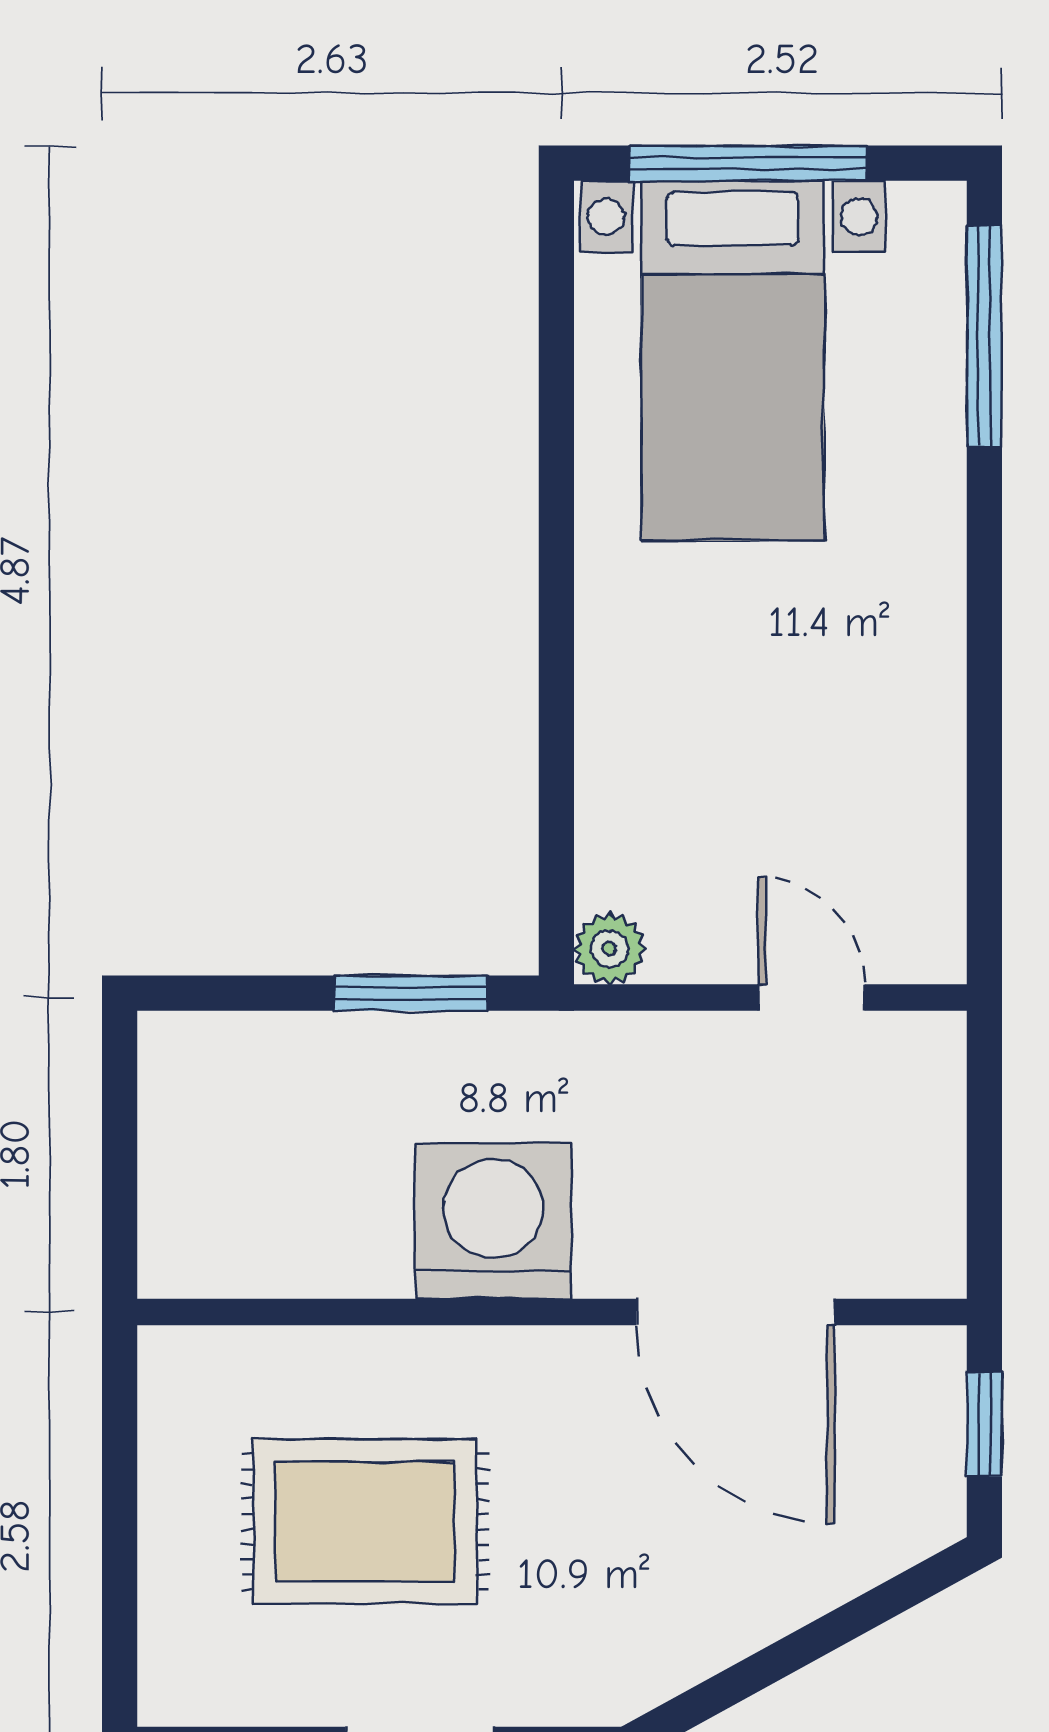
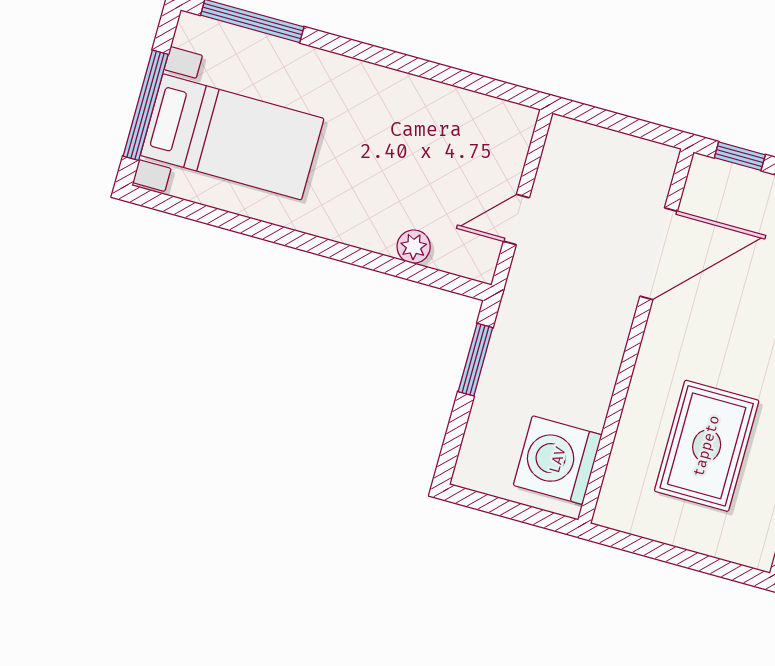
plant: (609, 949) -> (414, 247), moved
door: (812, 997) -> (516, 219), moved
washing machine: (493, 1221) -> (558, 460), moved

